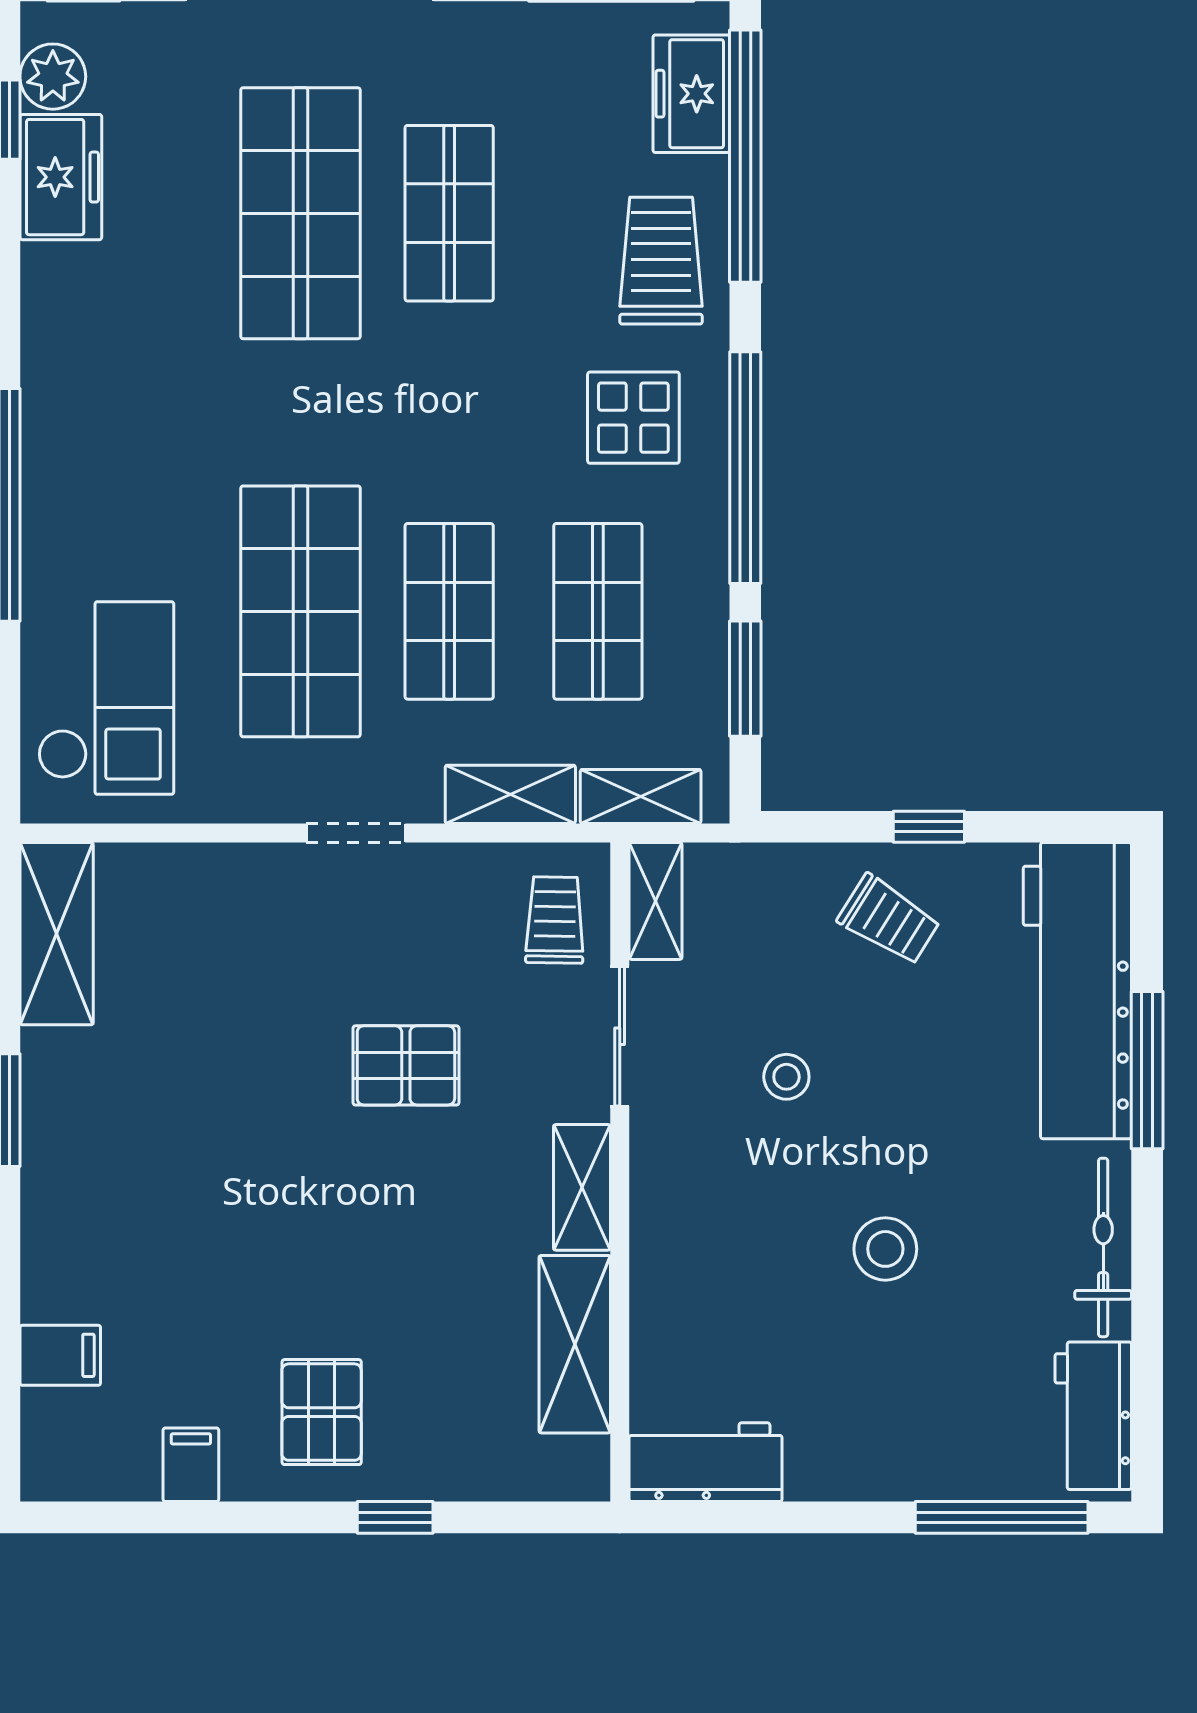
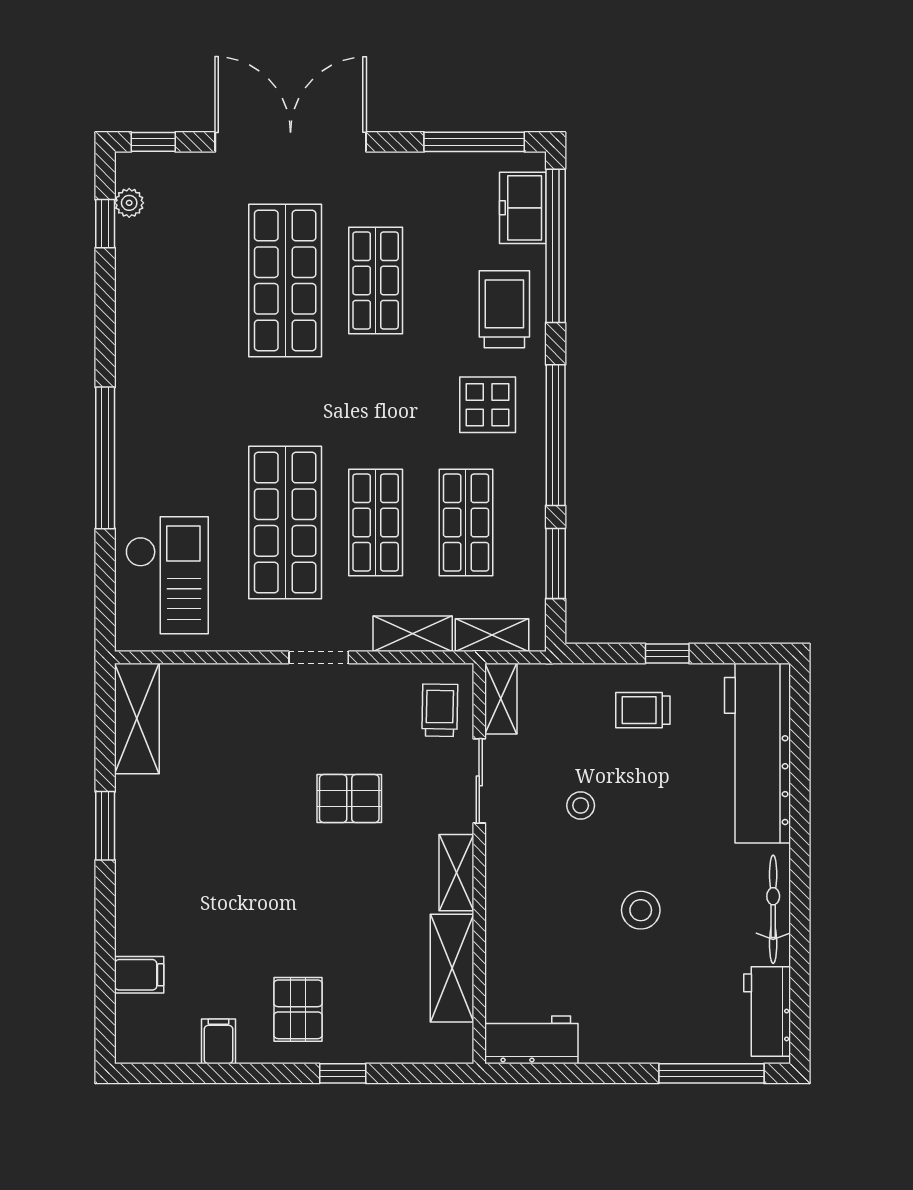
plant: (53, 77) -> (129, 203), width x0.73, depth x0.73
freezer: (61, 177) -> (139, 259), removed
trolley: (889, 920) -> (643, 710), turned 148
window: (1147, 1070) -> (800, 801), removed

